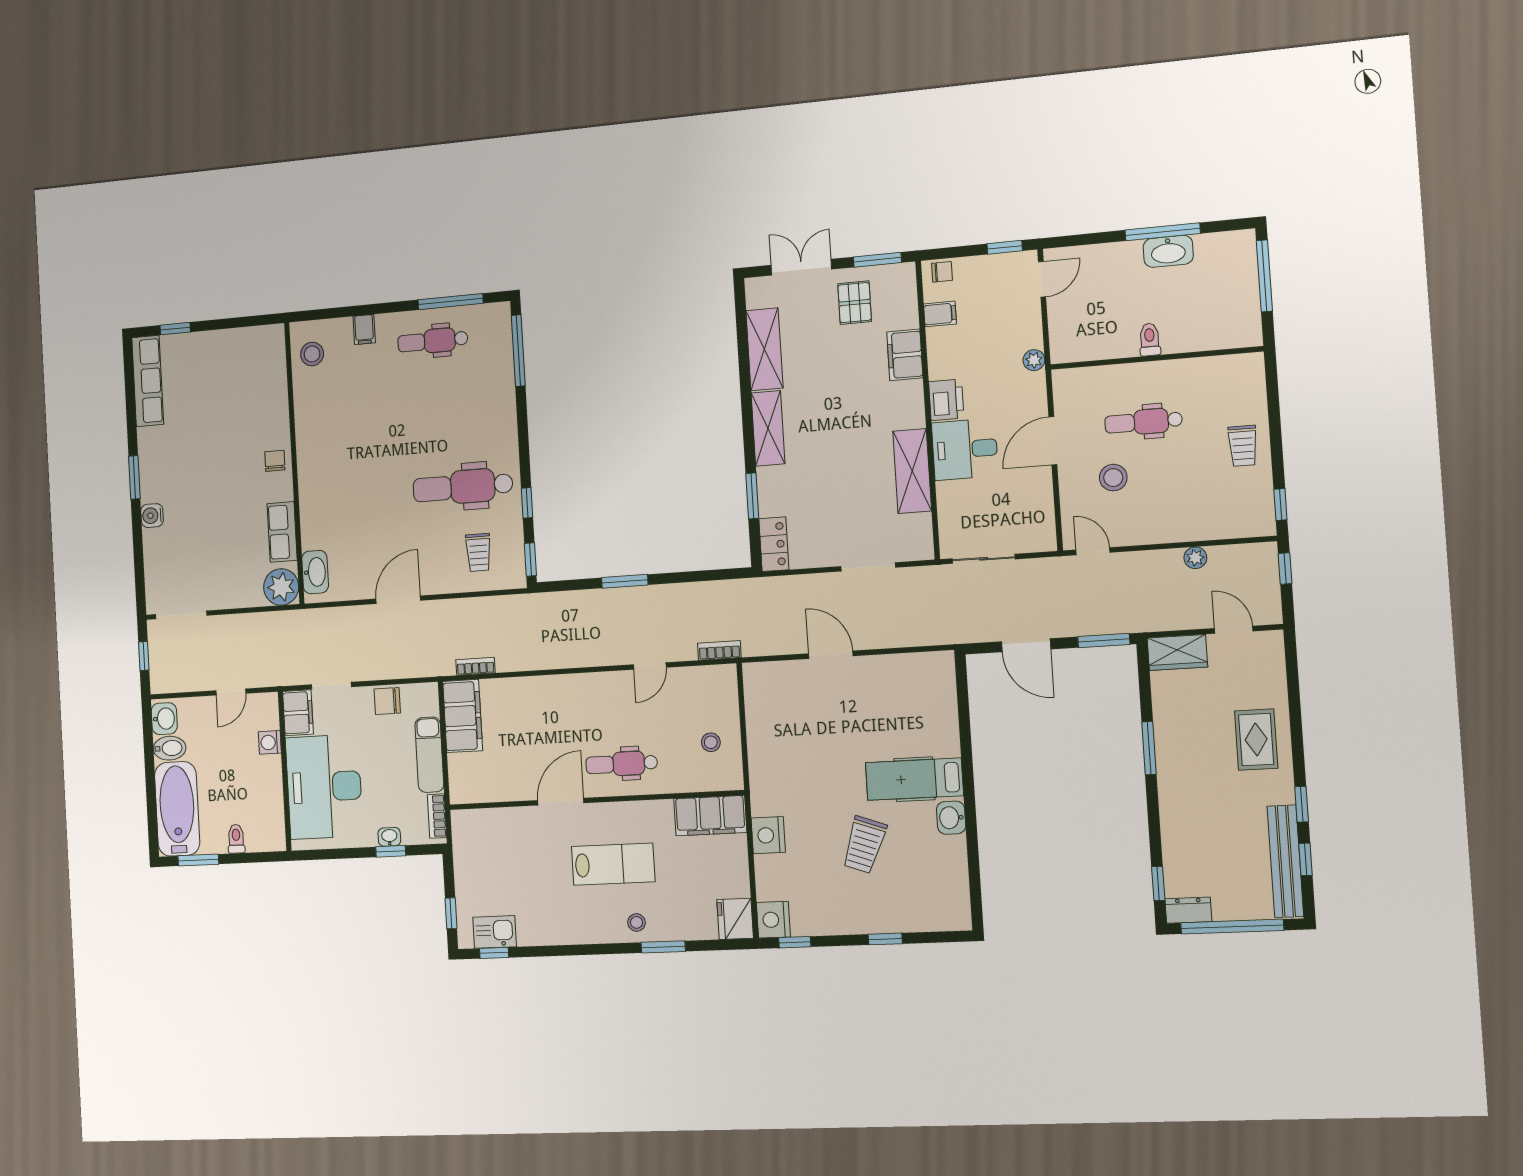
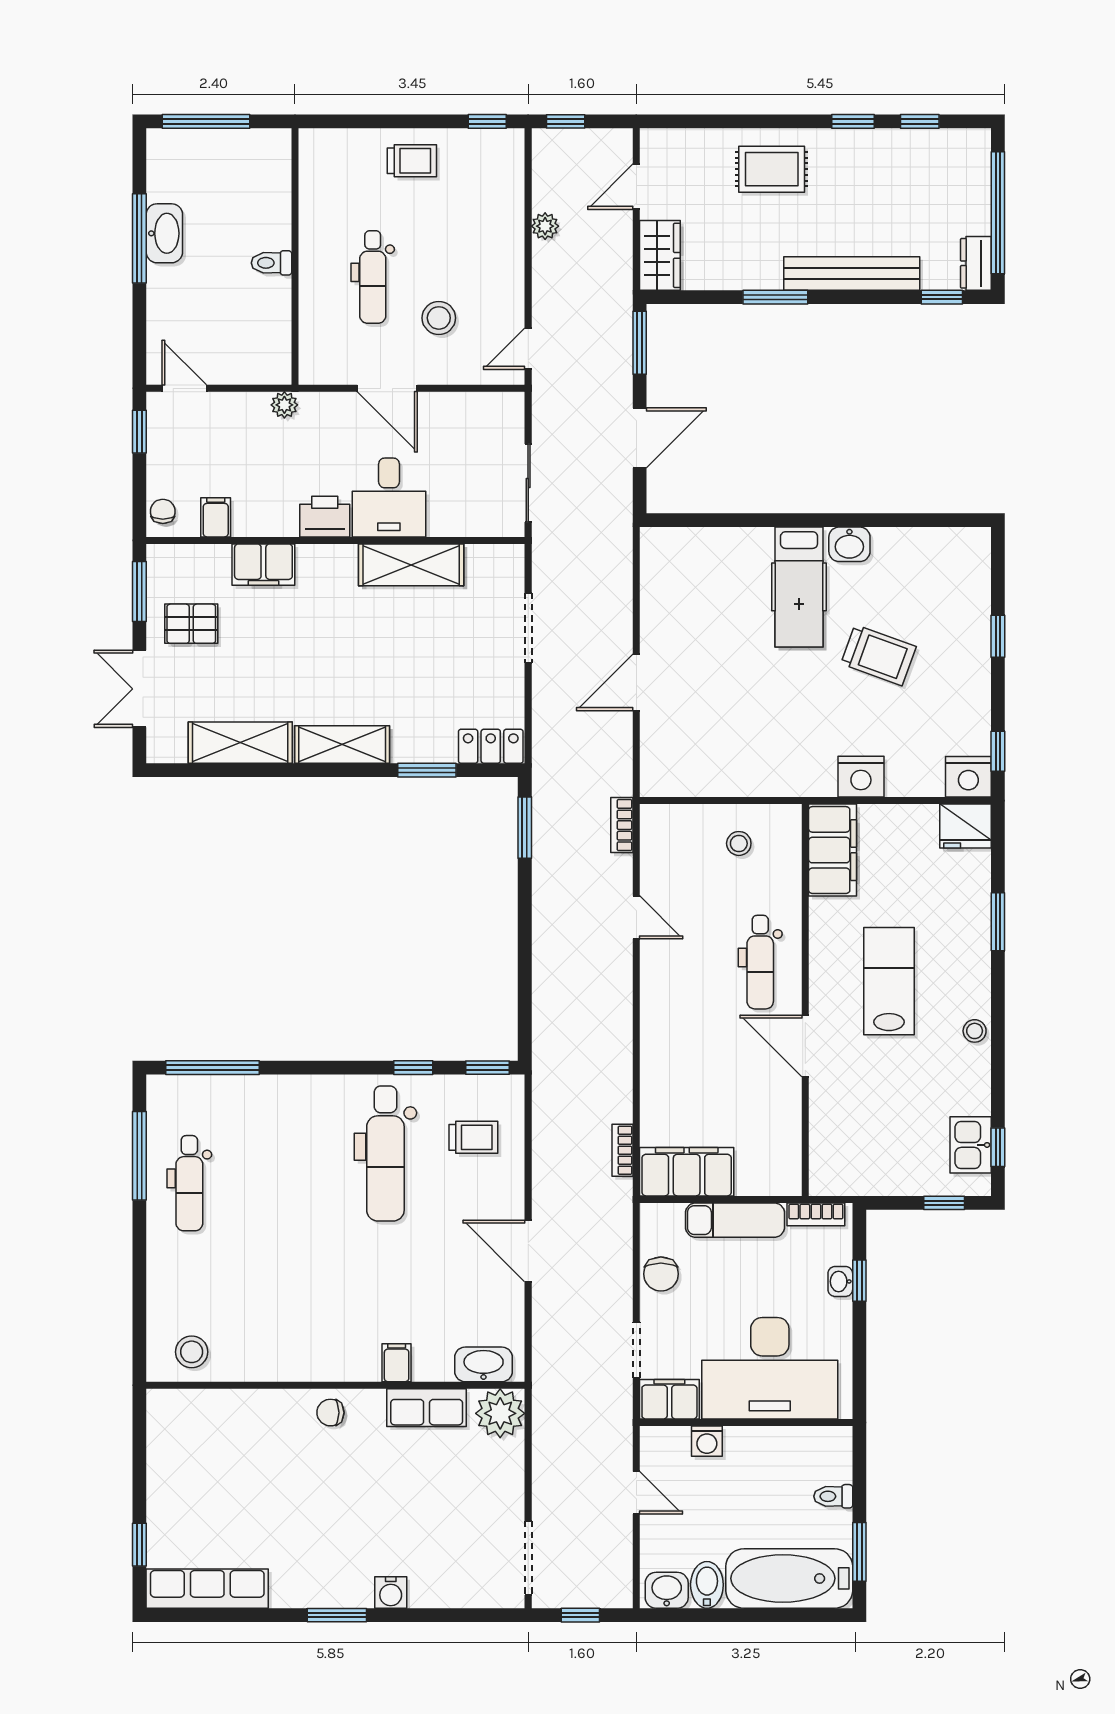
filing cabinet: (364, 329) -> (397, 1363), moved, turned -90
window: (625, 581) -> (525, 828), moved
bench: (1285, 861) -> (852, 273), moved
stool: (637, 922) -> (975, 1031), moved

